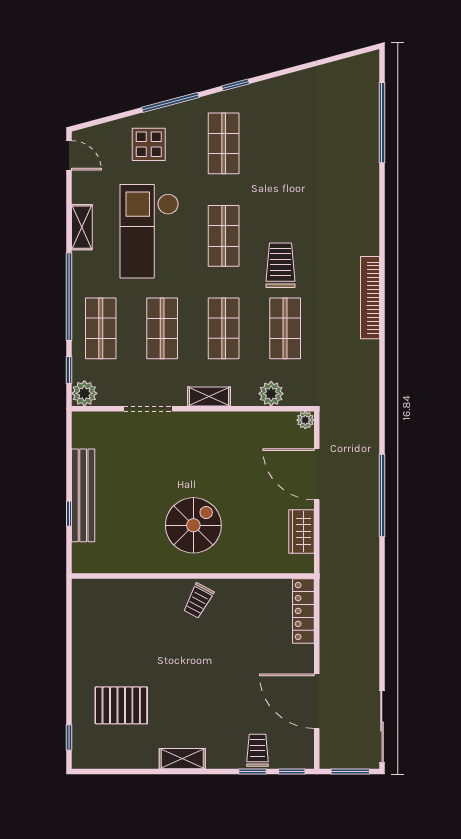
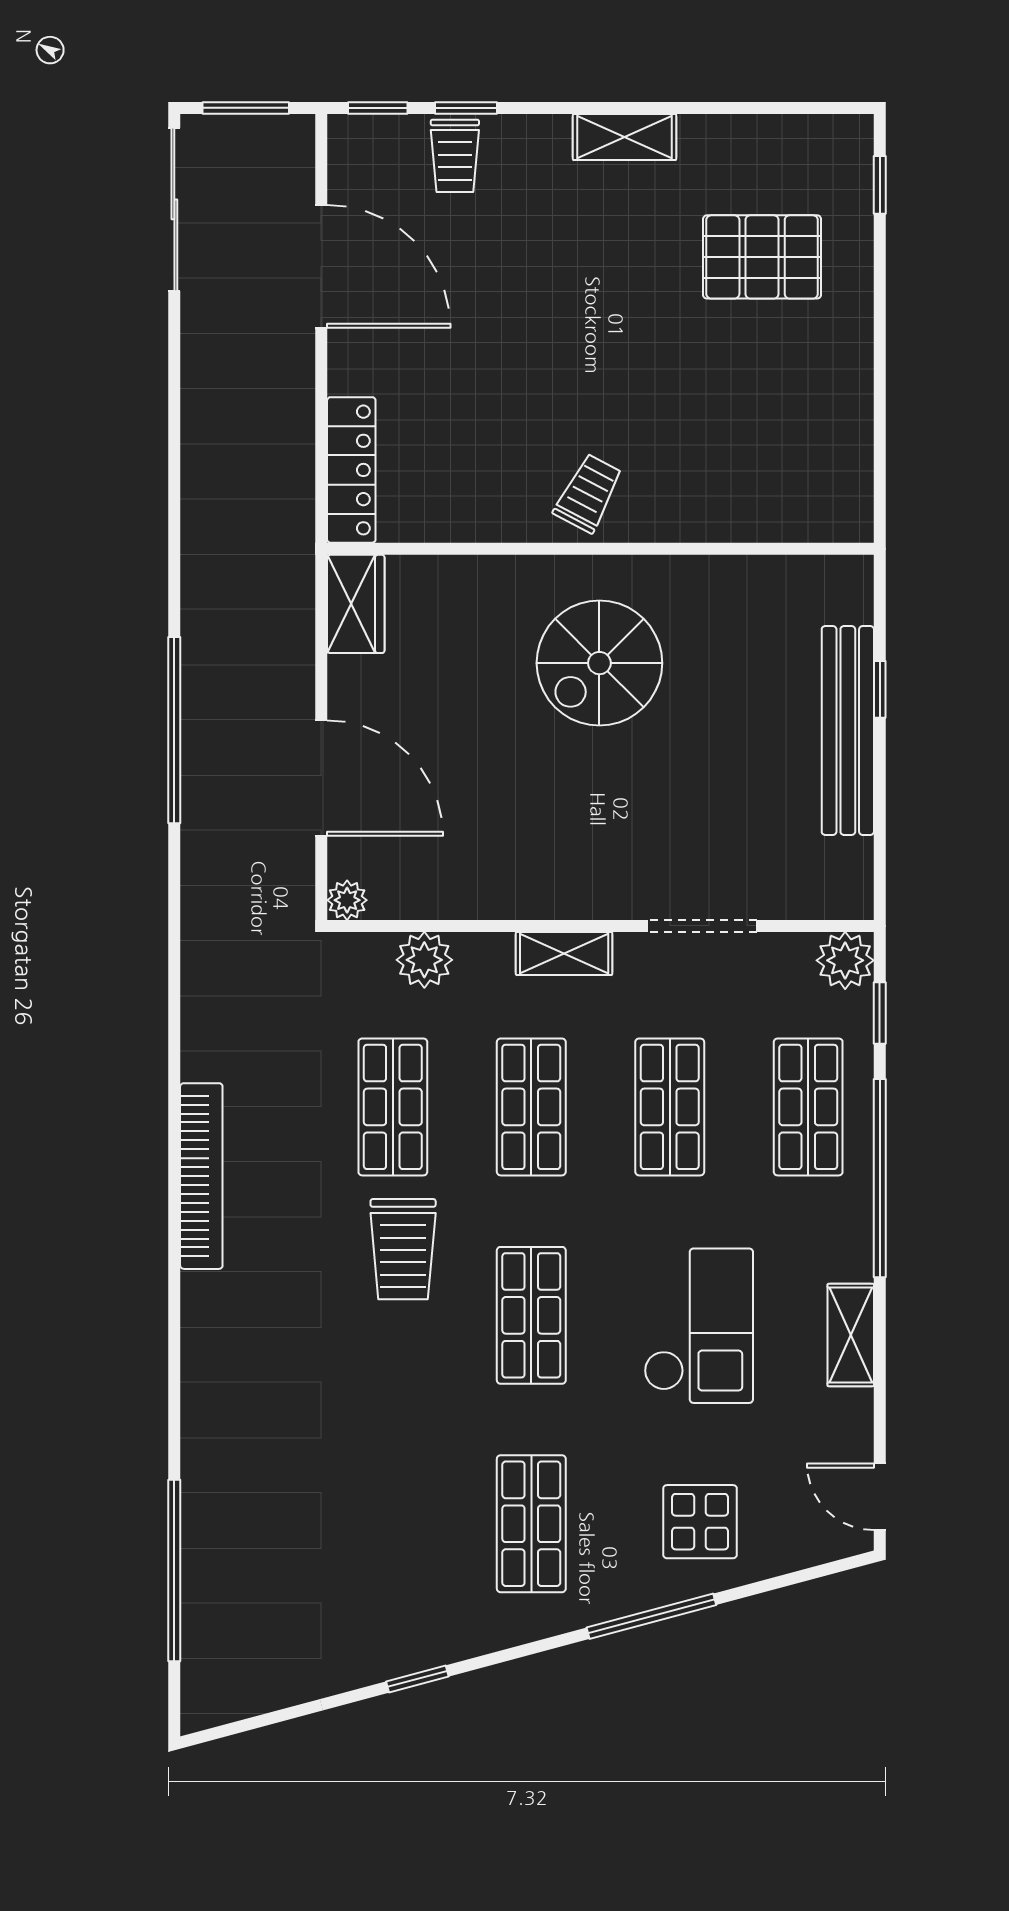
window: (235, 85) -> (417, 1679), moved
checkout: (149, 231) -> (699, 1326), width x0.73, depth x0.83
wardrobe: (301, 531) -> (356, 604), moved

